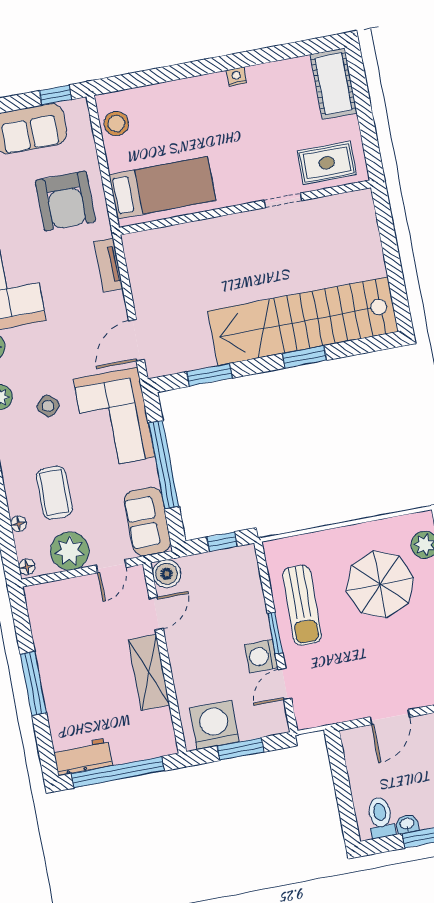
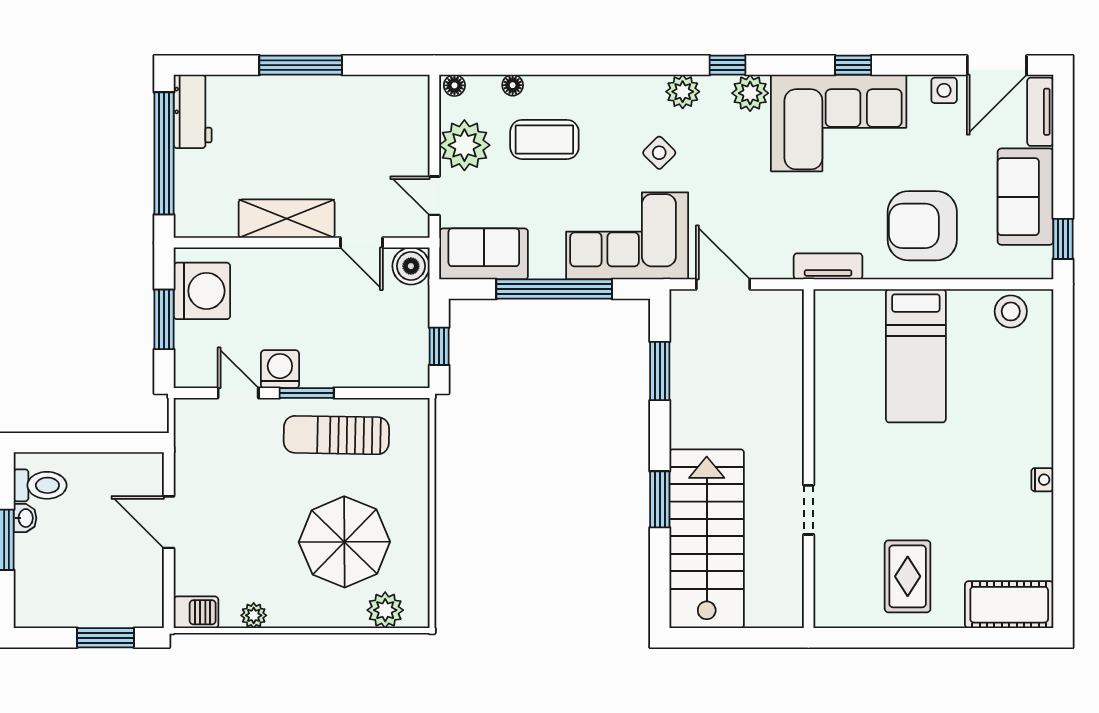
doorway: (283, 200) -> (809, 510), moved
wall: (245, 208) -> (809, 459), moved
stairs: (303, 321) -> (707, 539), width x0.73

